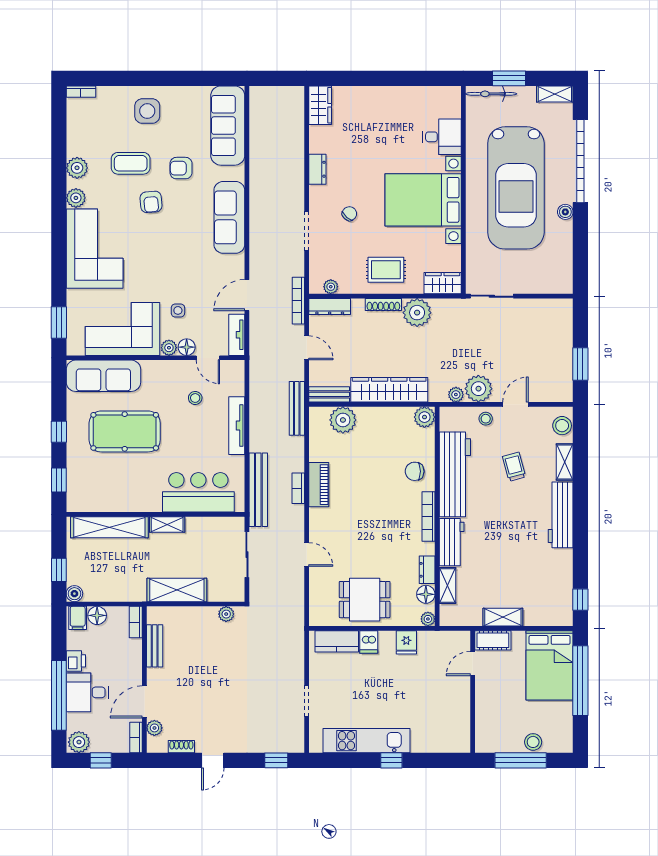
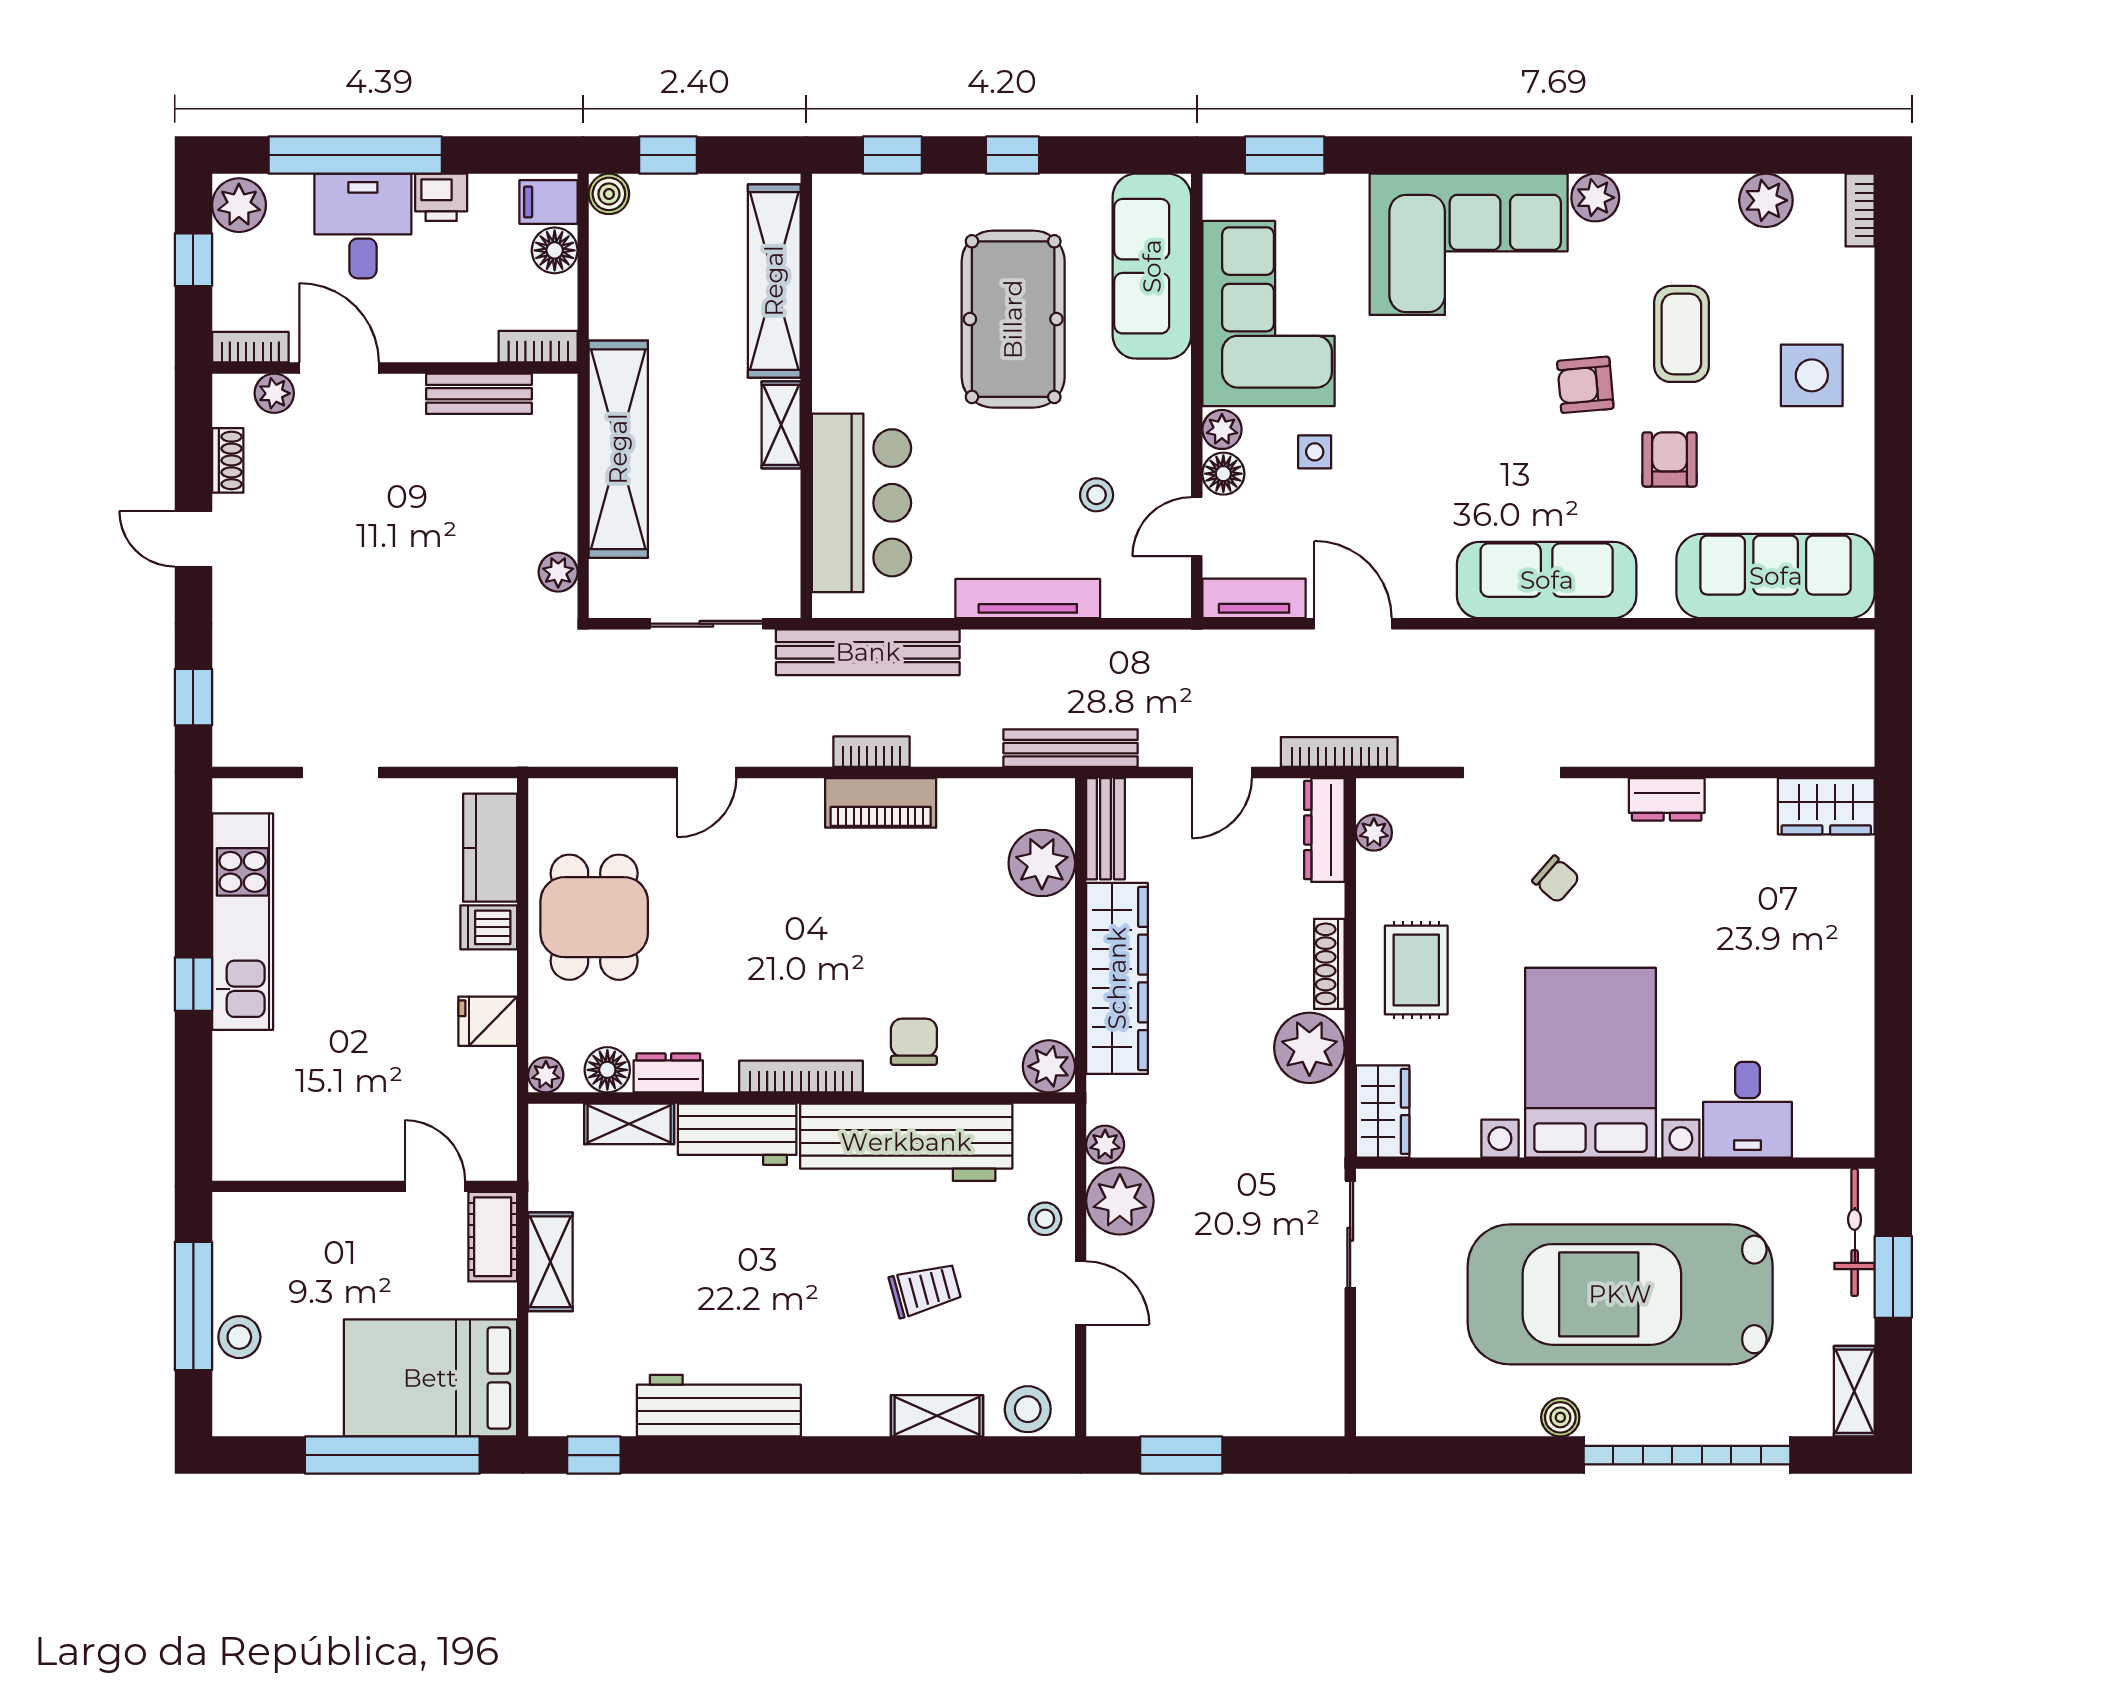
plant: (77, 168) -> (1766, 200), moved
workbench: (561, 515) -> (719, 1406), moved
shelving: (177, 590) -> (618, 449), width x1.47

